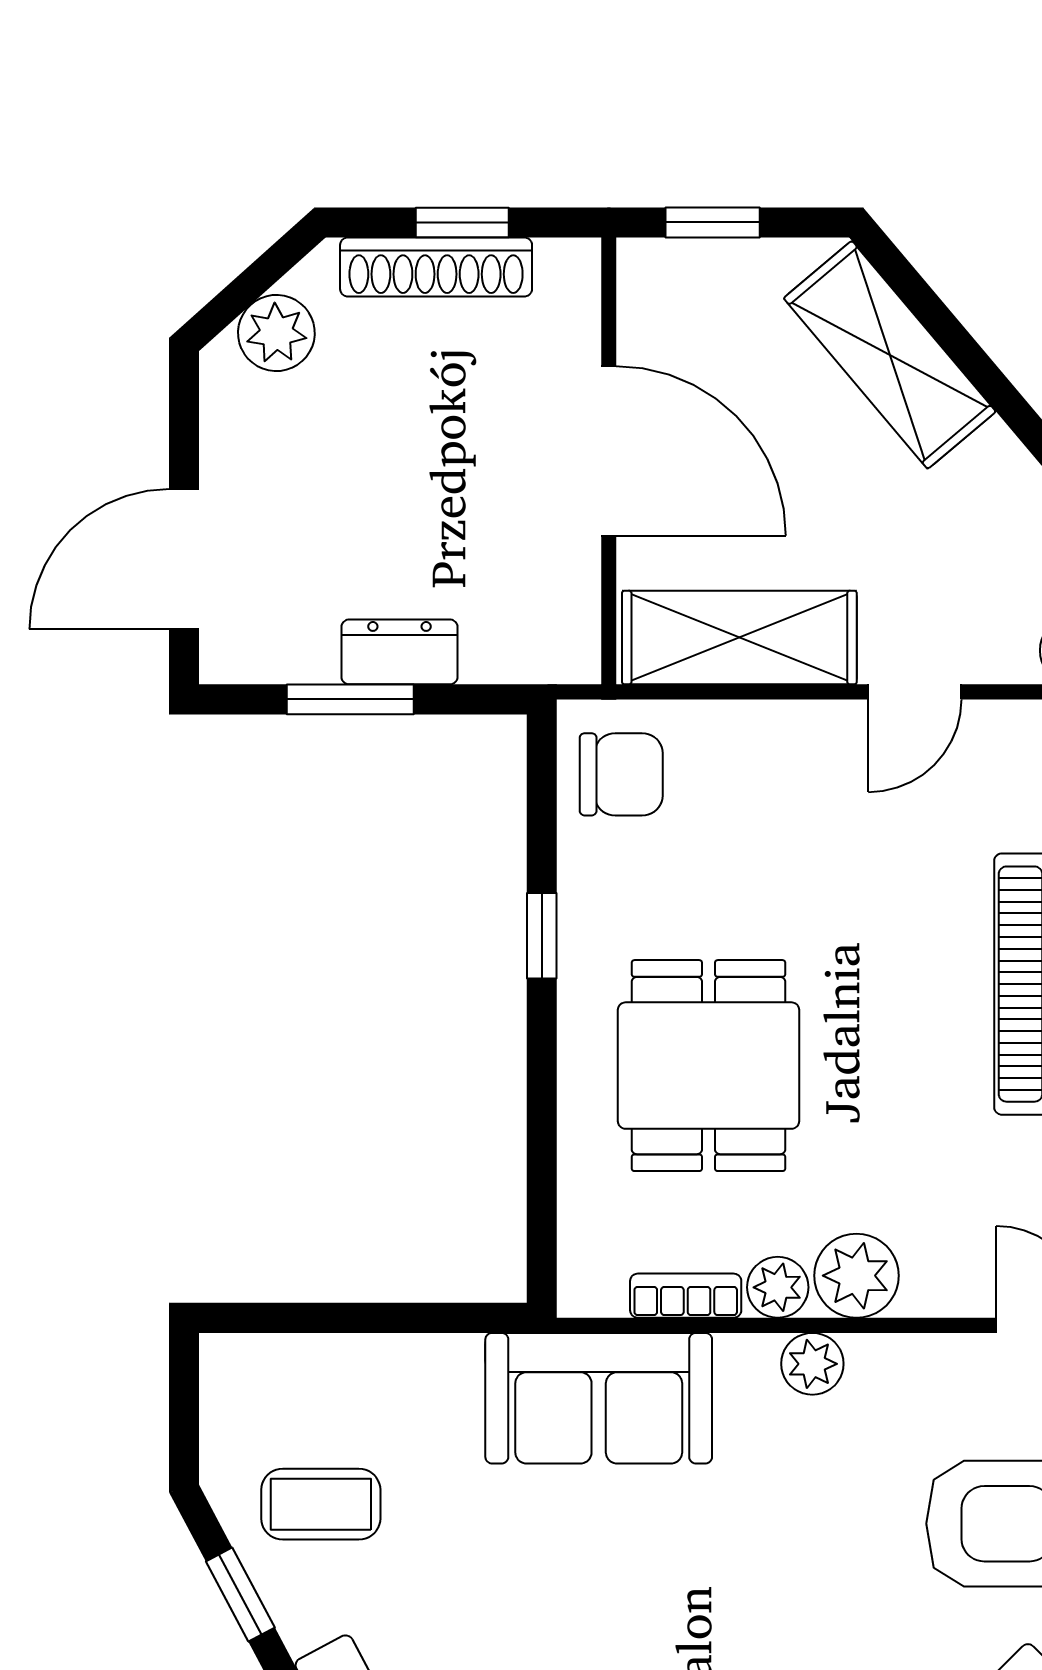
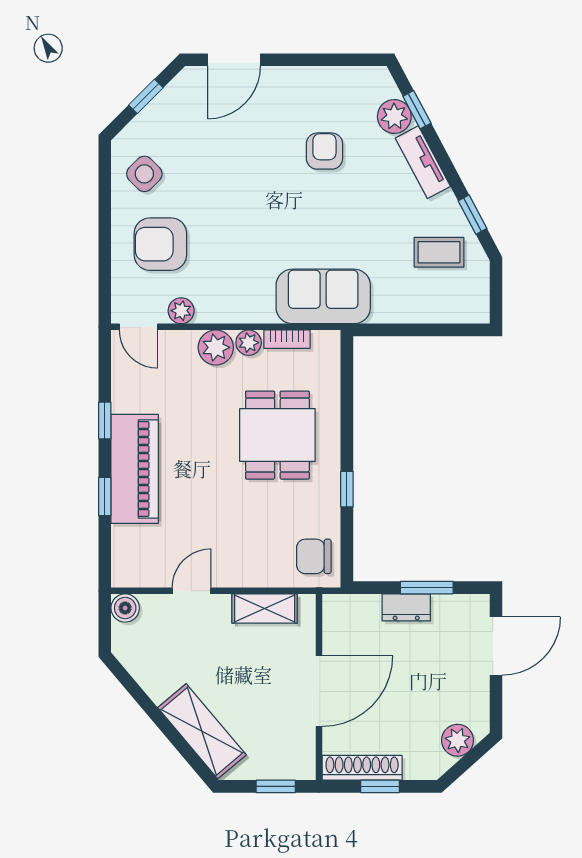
shoe rack: (436, 267) -> (362, 768), moved
door: (609, 451) -> (319, 691), swing flipped
shelving: (739, 638) -> (265, 608), width x0.67, depth x0.75
plant: (812, 1364) -> (181, 311), moved

